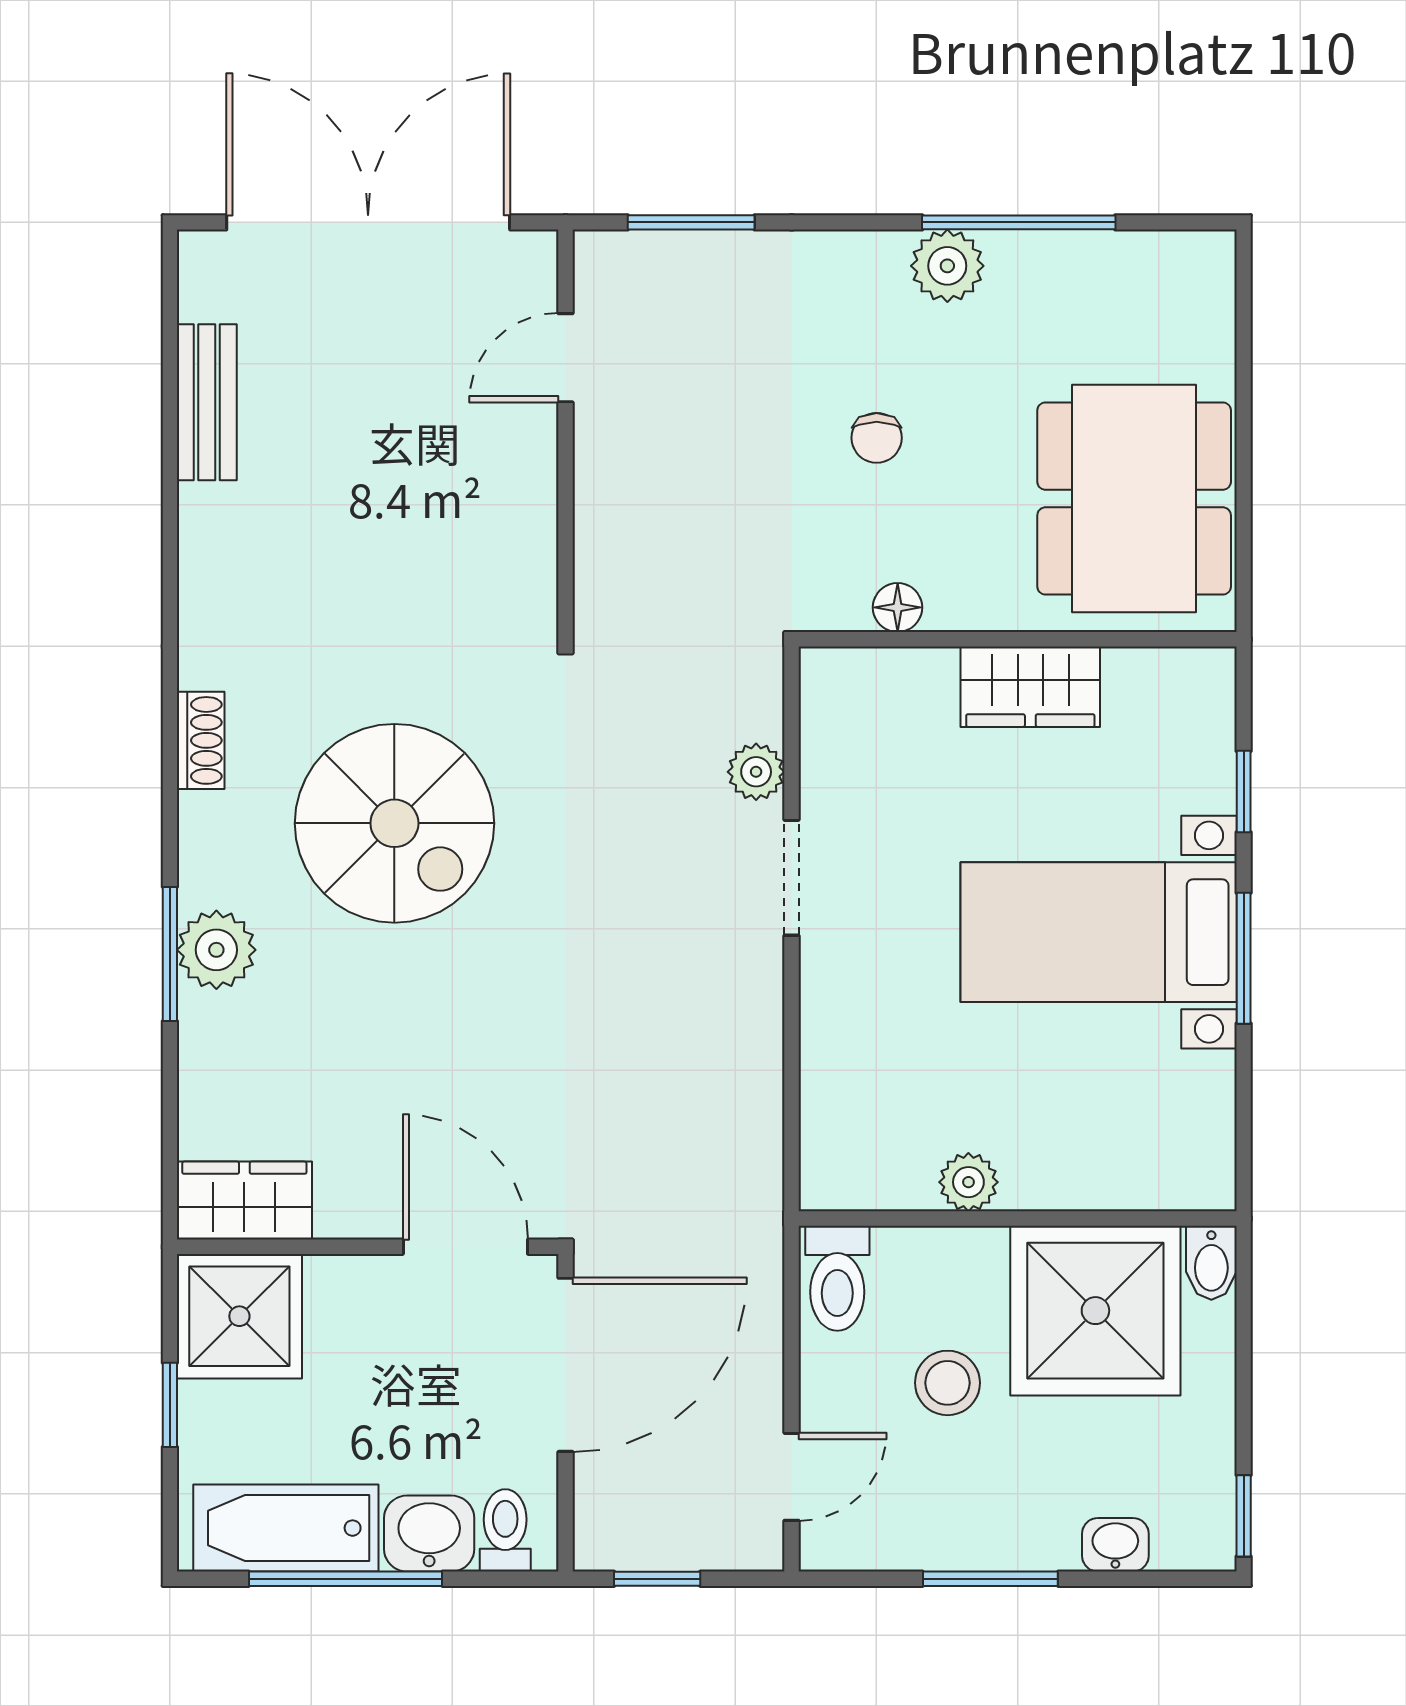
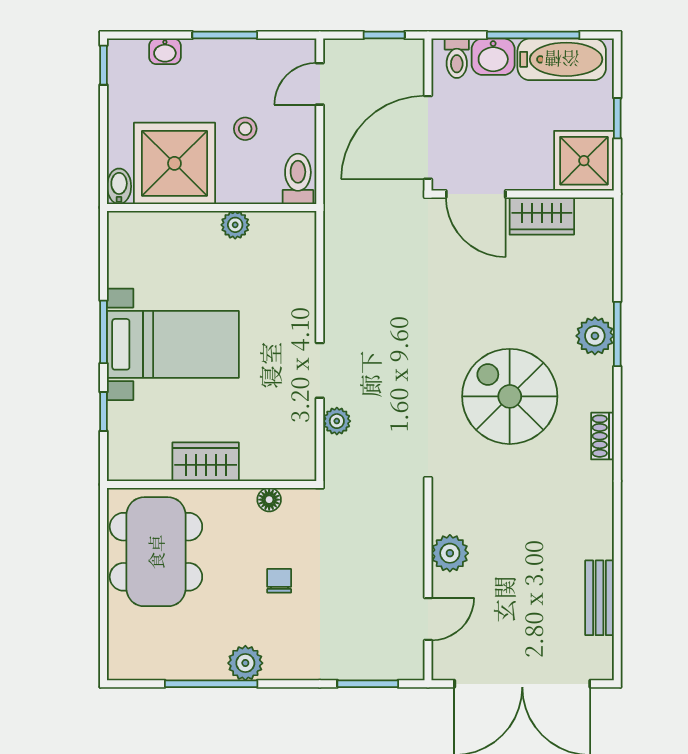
plant: (520, 496) -> (450, 553), added
wardrobe: (244, 1201) -> (542, 216), moved
stool: (948, 1383) -> (245, 129), width x0.73, depth x0.73

